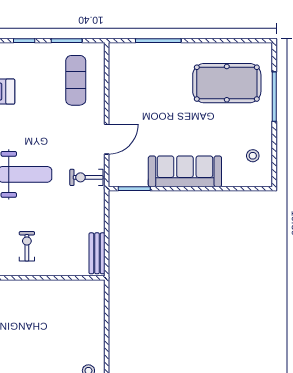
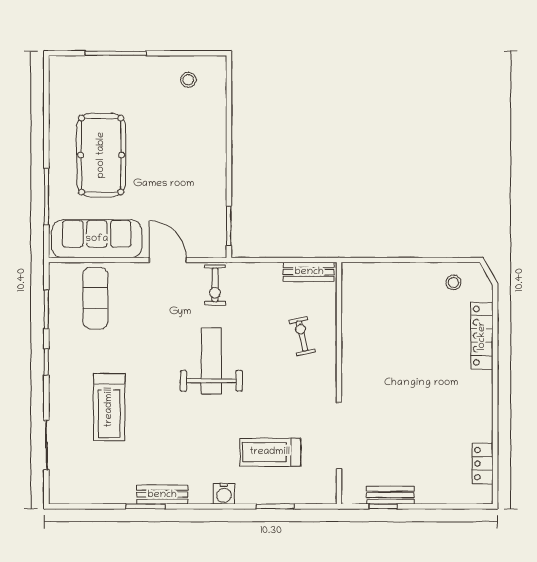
exercise mat: (76, 80) -> (95, 298), turned 90
pool table: (227, 83) -> (101, 155), moved
sofa: (185, 171) -> (97, 239), moved, turned 90
exercise bike: (27, 246) -> (302, 336), moved, turned 77

